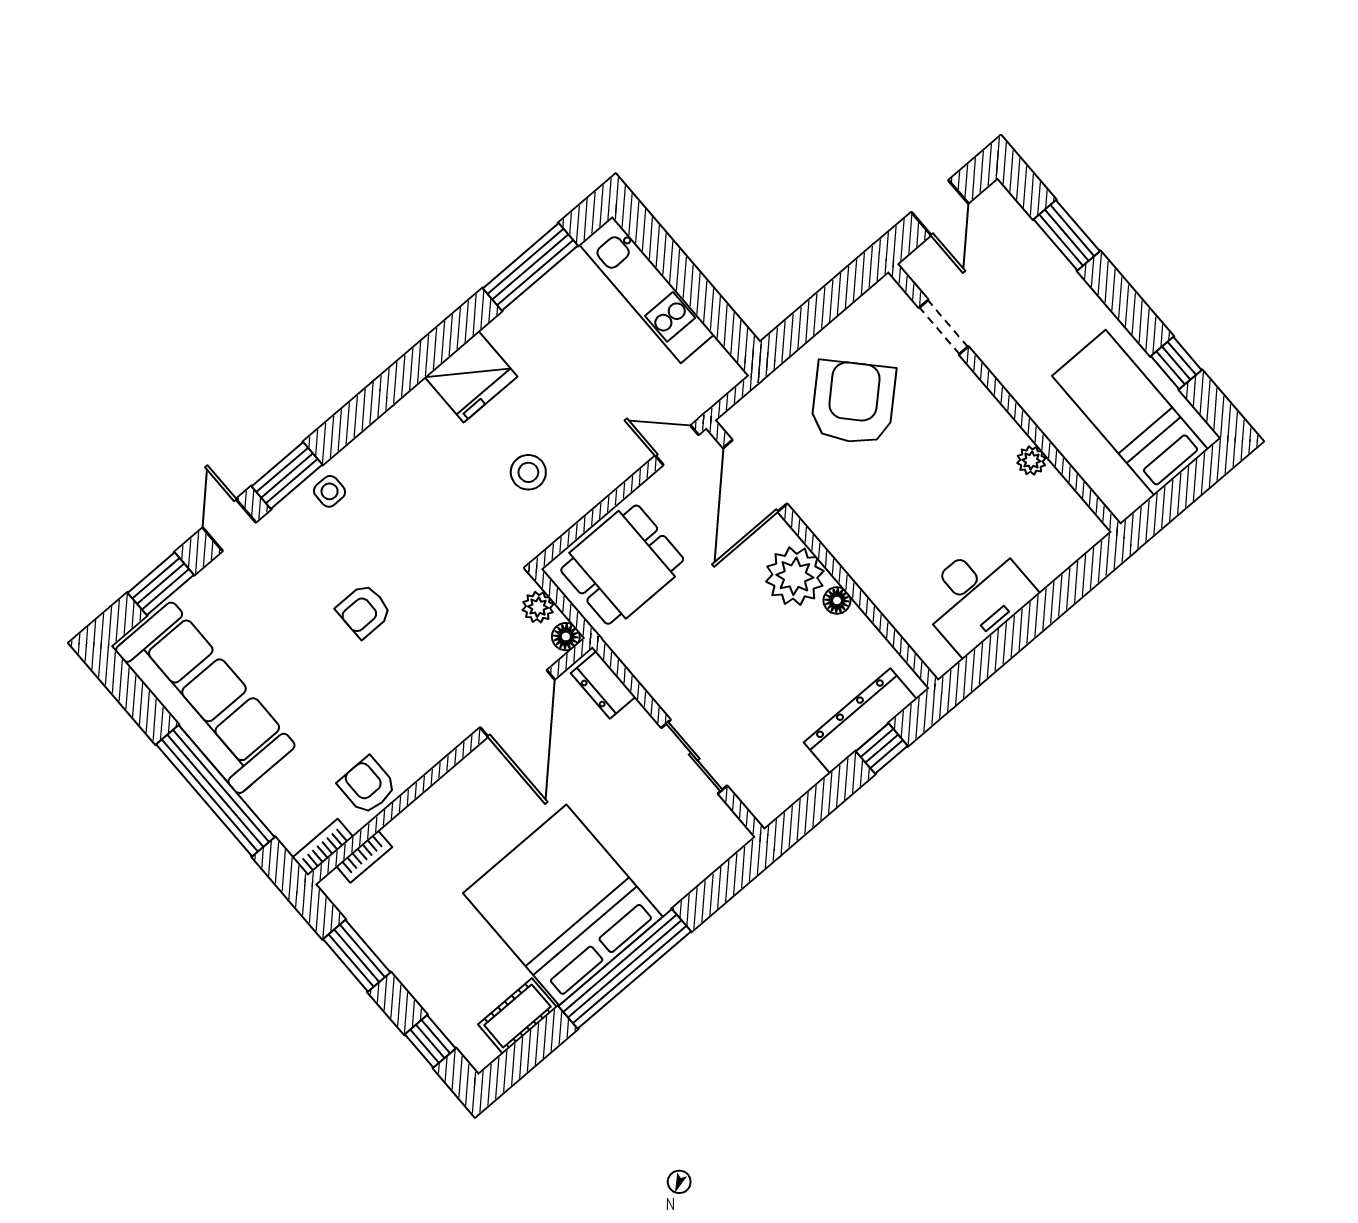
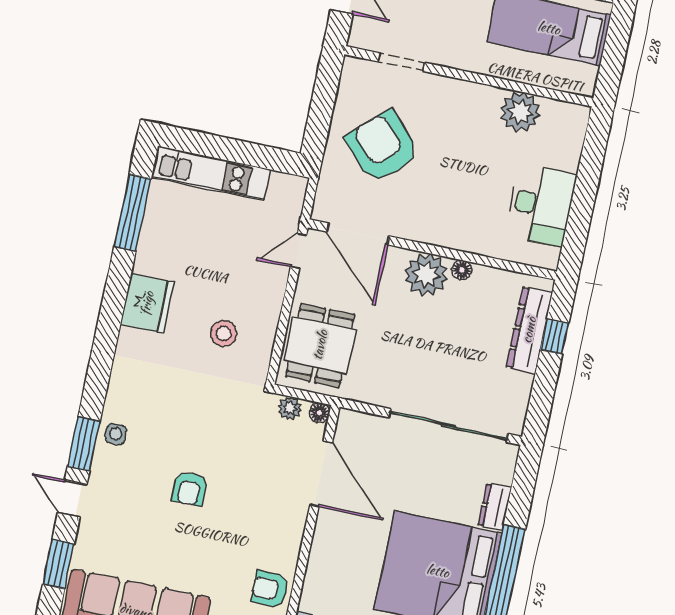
plant: (1031, 461) -> (520, 112), width x1.88, depth x1.88
dresser: (603, 685) -> (495, 507), moved, turned 90
sliding door: (694, 757) -> (448, 425), width x1.86

